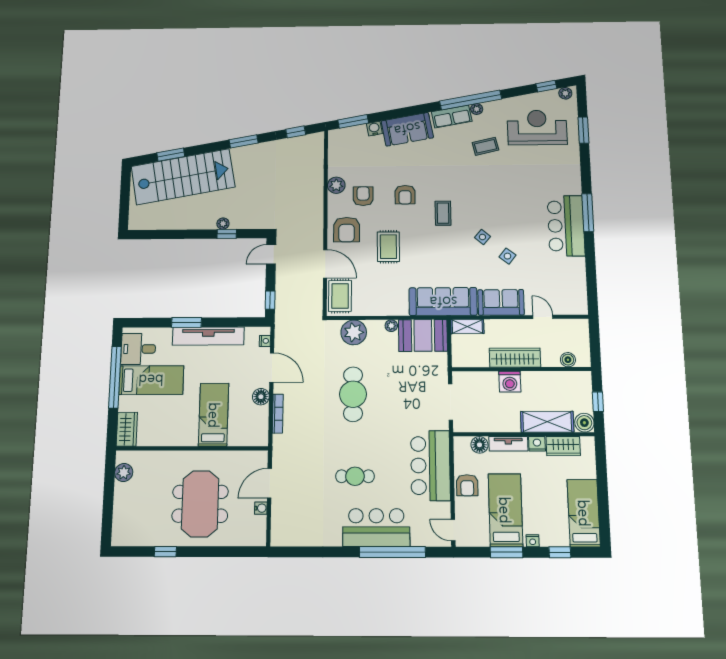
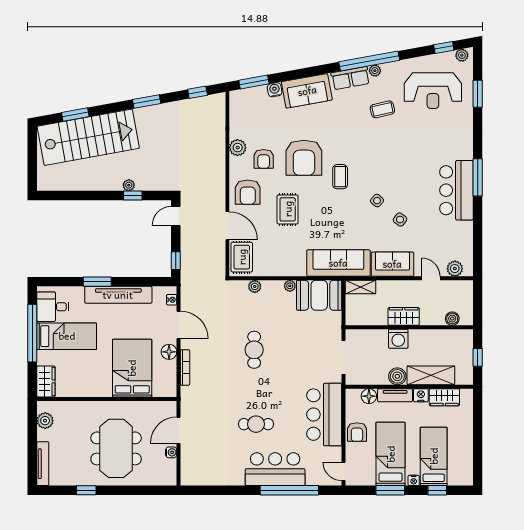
reception desk: (537, 128) -> (433, 91), turned 180
armchair: (405, 195) -> (304, 158), width x1.88, depth x1.88
armchair: (363, 196) -> (264, 159), turned 180
plant: (568, 307) -> (455, 269), added
plant: (354, 332) -> (255, 286), width x0.53, depth x0.53
wardrobe: (515, 358) -> (404, 316), width x0.67
cafe table: (353, 394) -> (254, 350), width x0.73, depth x0.74
bed: (214, 415) -> (132, 368), width x1.50
boiler: (584, 423) -> (397, 376), moved
bed: (584, 513) -> (434, 456), moved
tv unit: (119, 521) -> (43, 464), added

